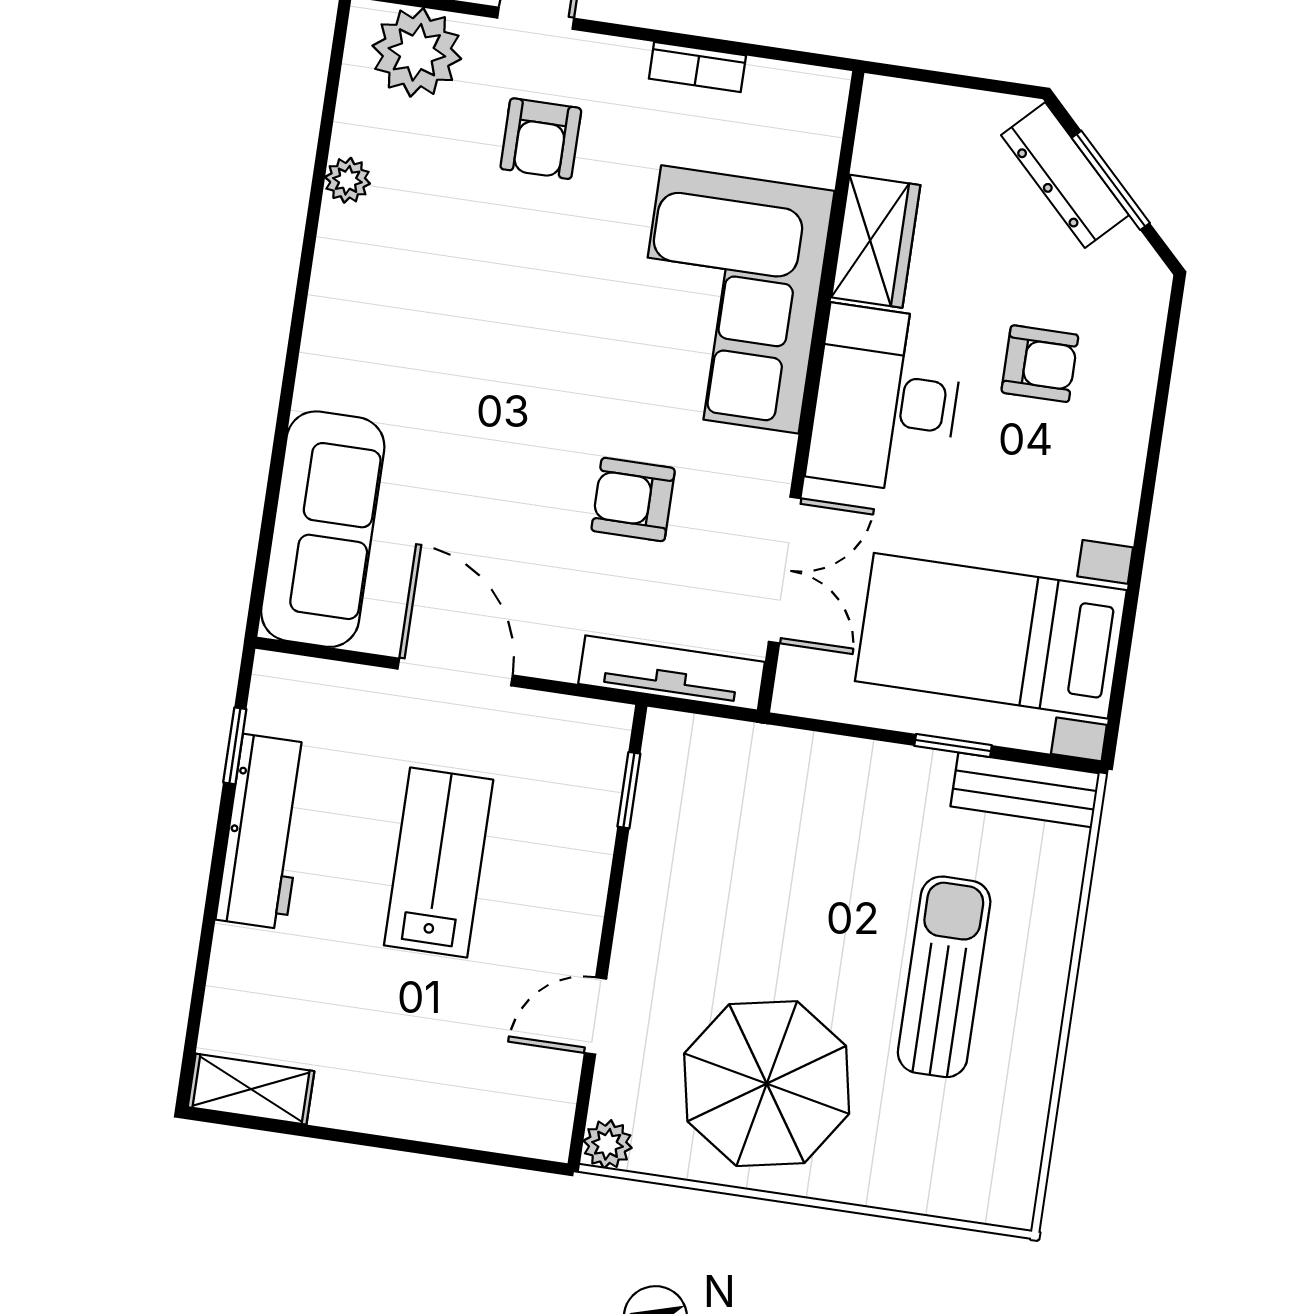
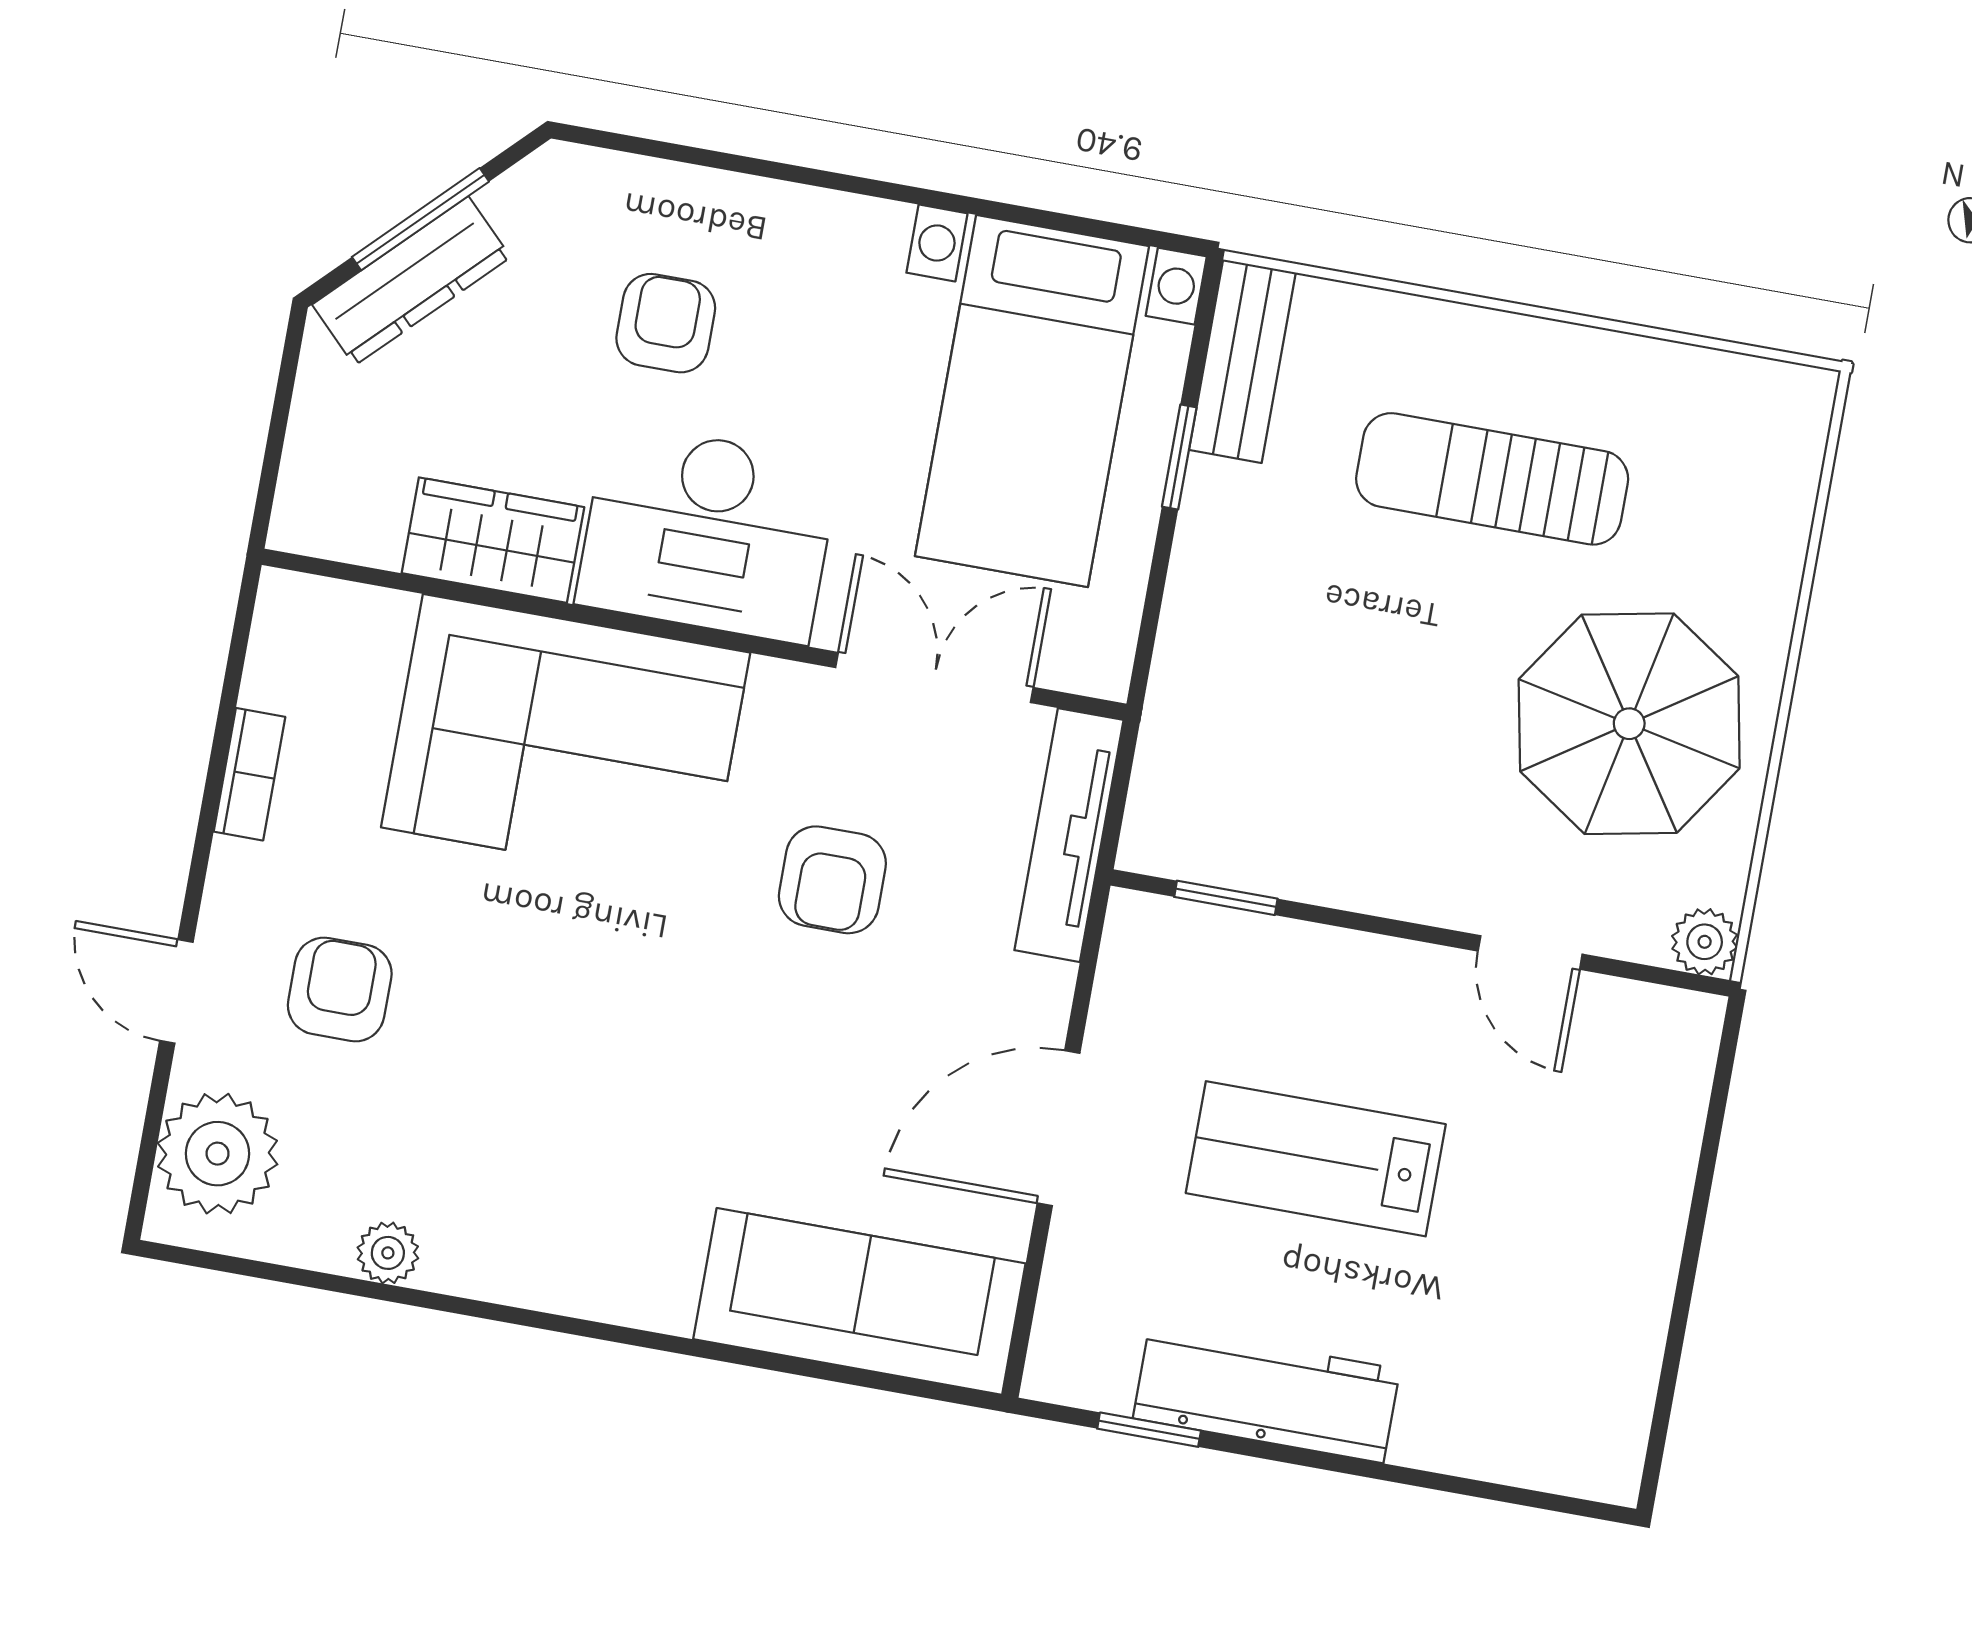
armchair: (541, 139) -> (340, 989), turned -90
shelving: (251, 1089) -> (1615, 1422), removed

